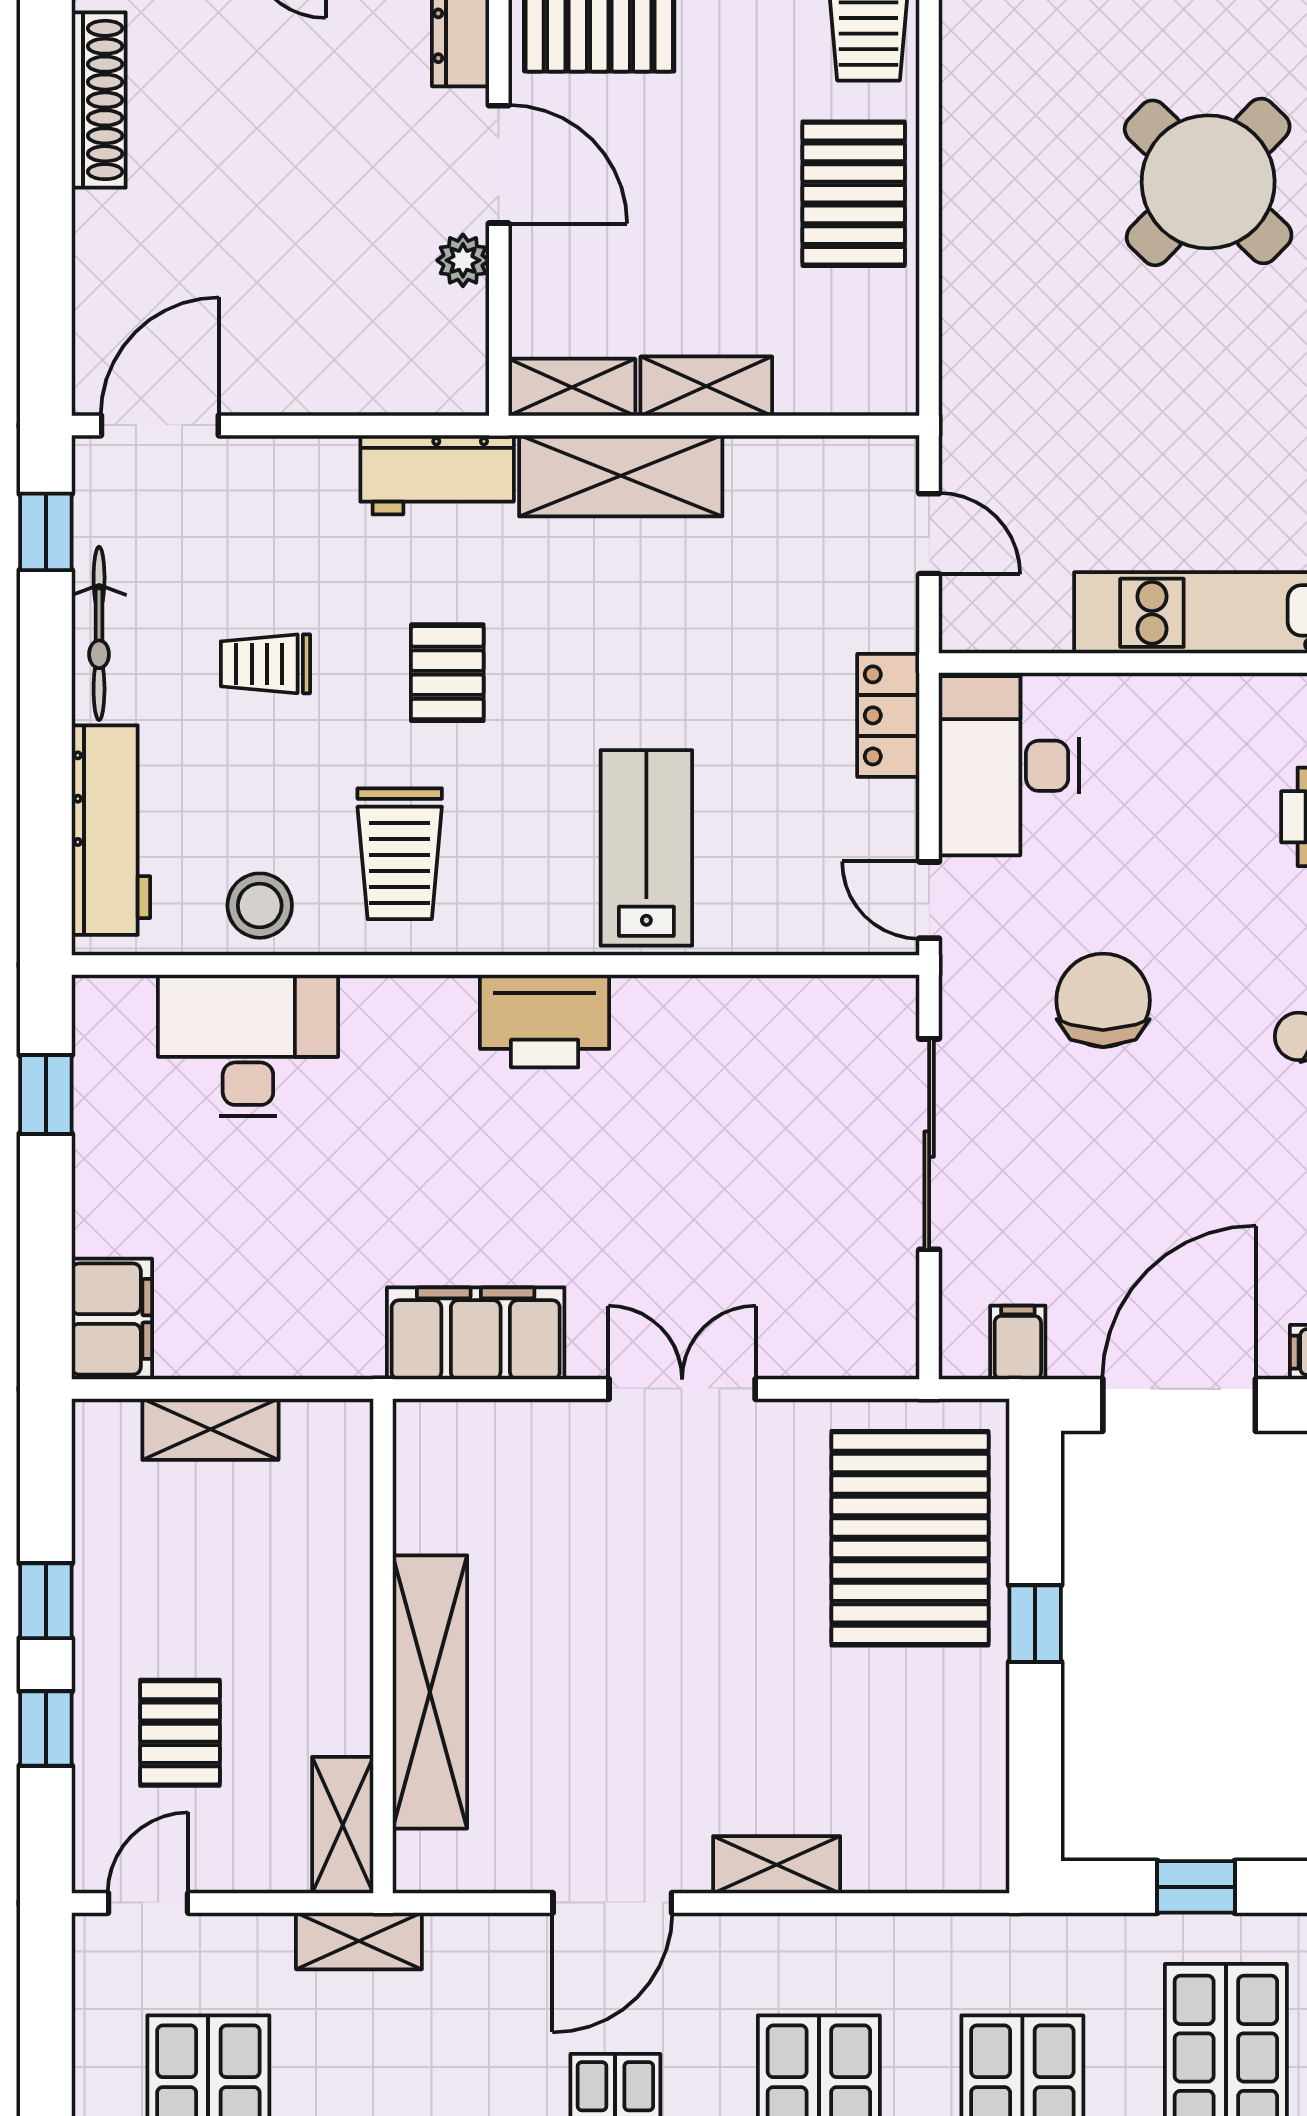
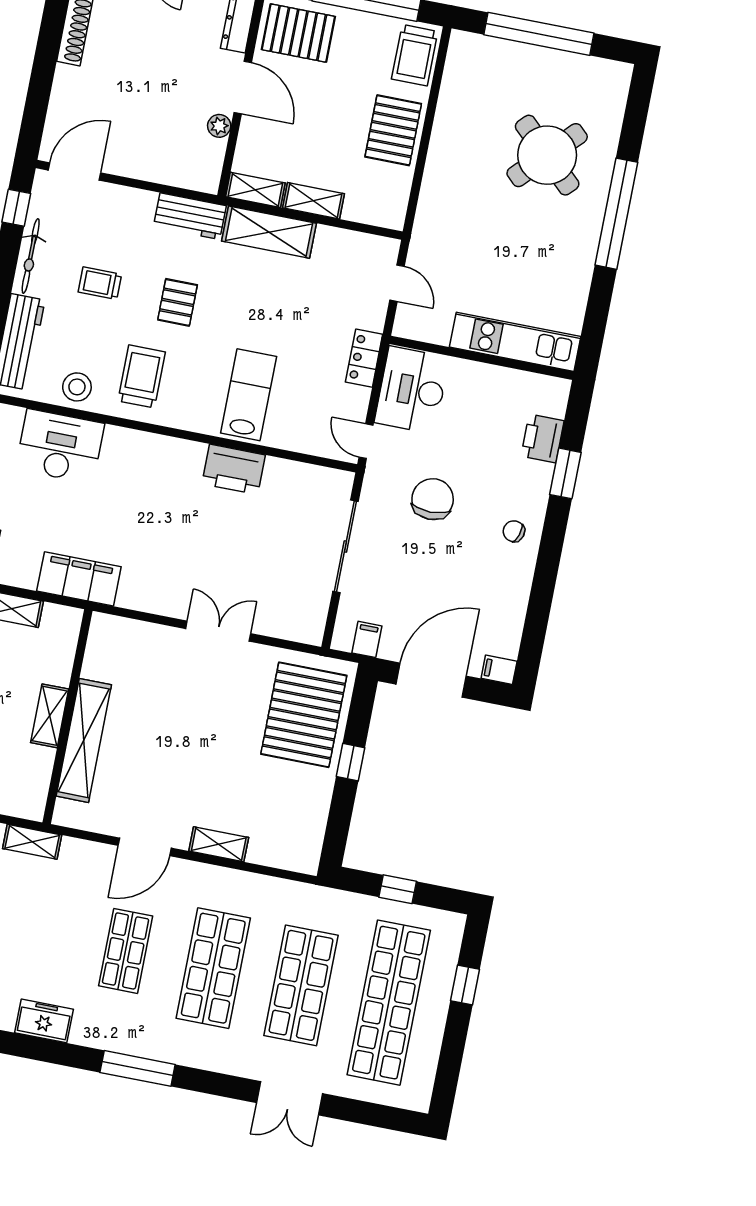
trolley: (400, 854) -> (142, 376), turned 180
printer: (545, 1021) -> (234, 469), moved
filing cabinet: (476, 1333) -> (79, 579), moved
shelving: (343, 1825) -> (50, 716), moved

